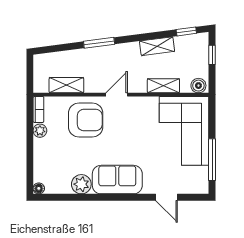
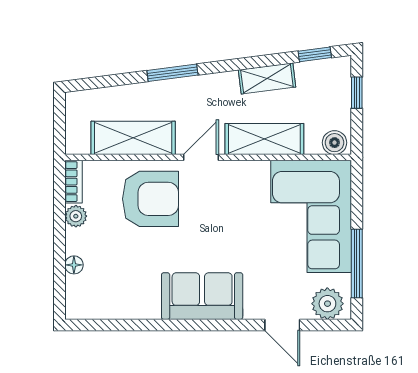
shelving: (66, 85) -> (133, 138), width x1.50, depth x1.33
shelving: (163, 86) -> (264, 139), width x1.50, depth x1.33
plant: (81, 184) -> (327, 304), moved
floor lamp: (39, 188) -> (74, 265), moved

